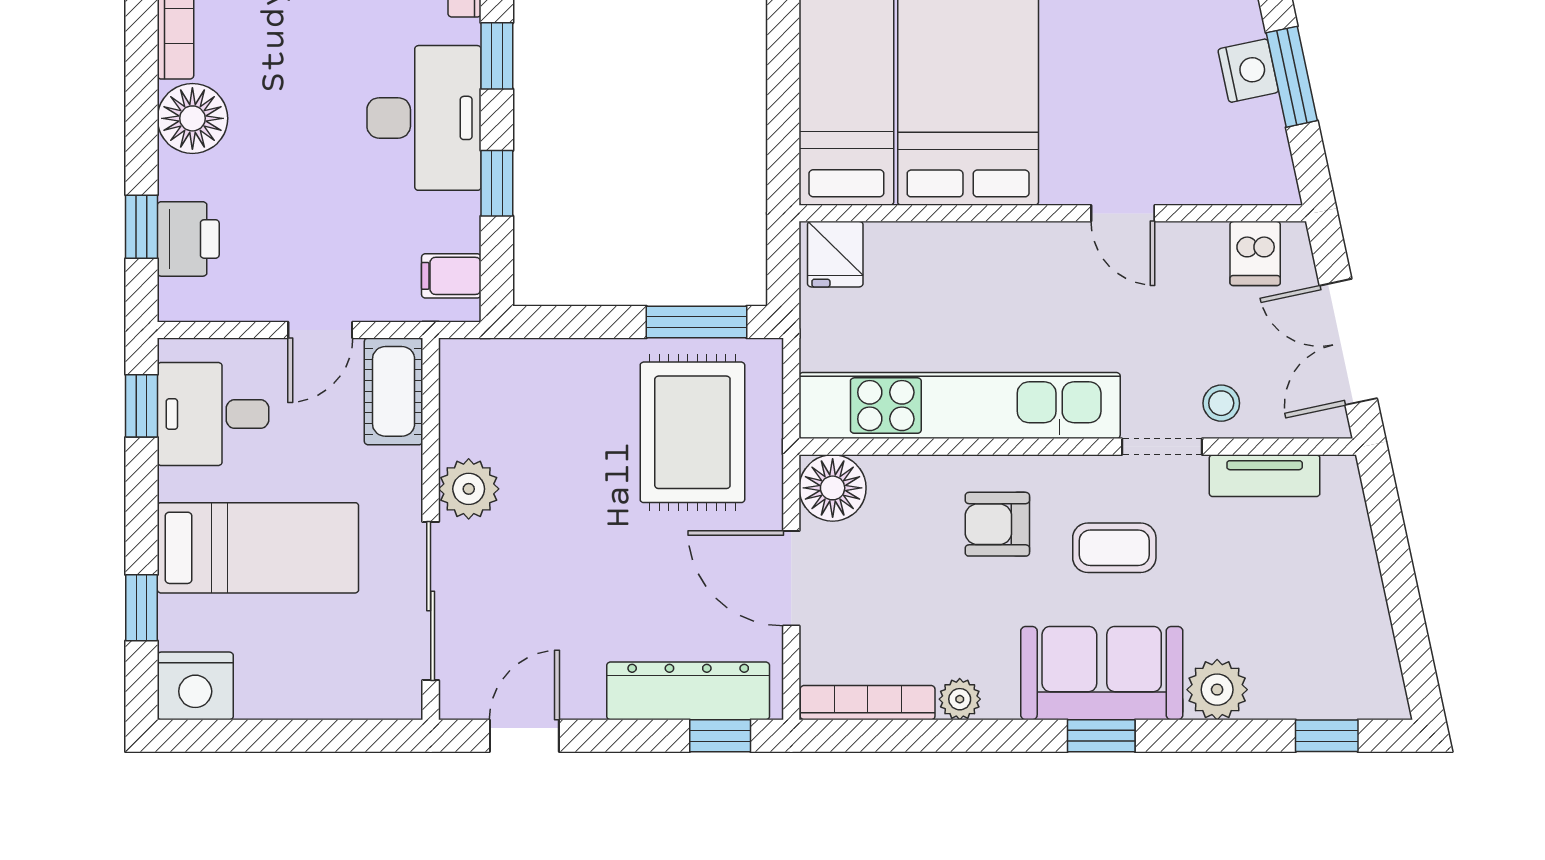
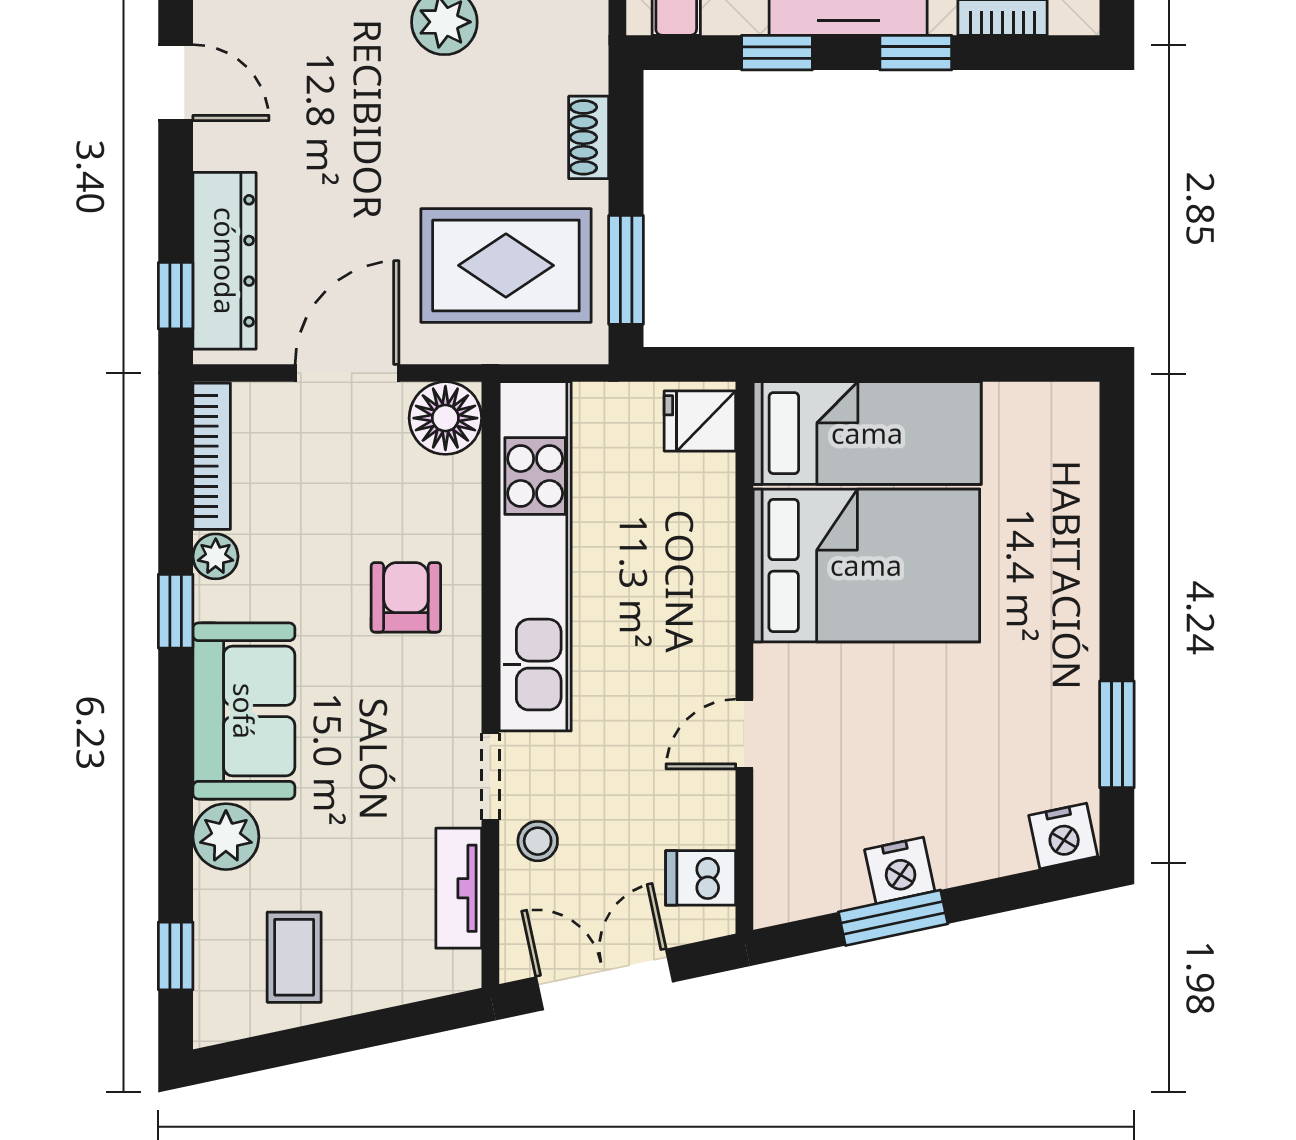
shoe rack: (575, 356) -> (589, 137), added
coffee table: (1114, 548) -> (294, 957), moved
window: (1101, 736) -> (176, 611), moved

